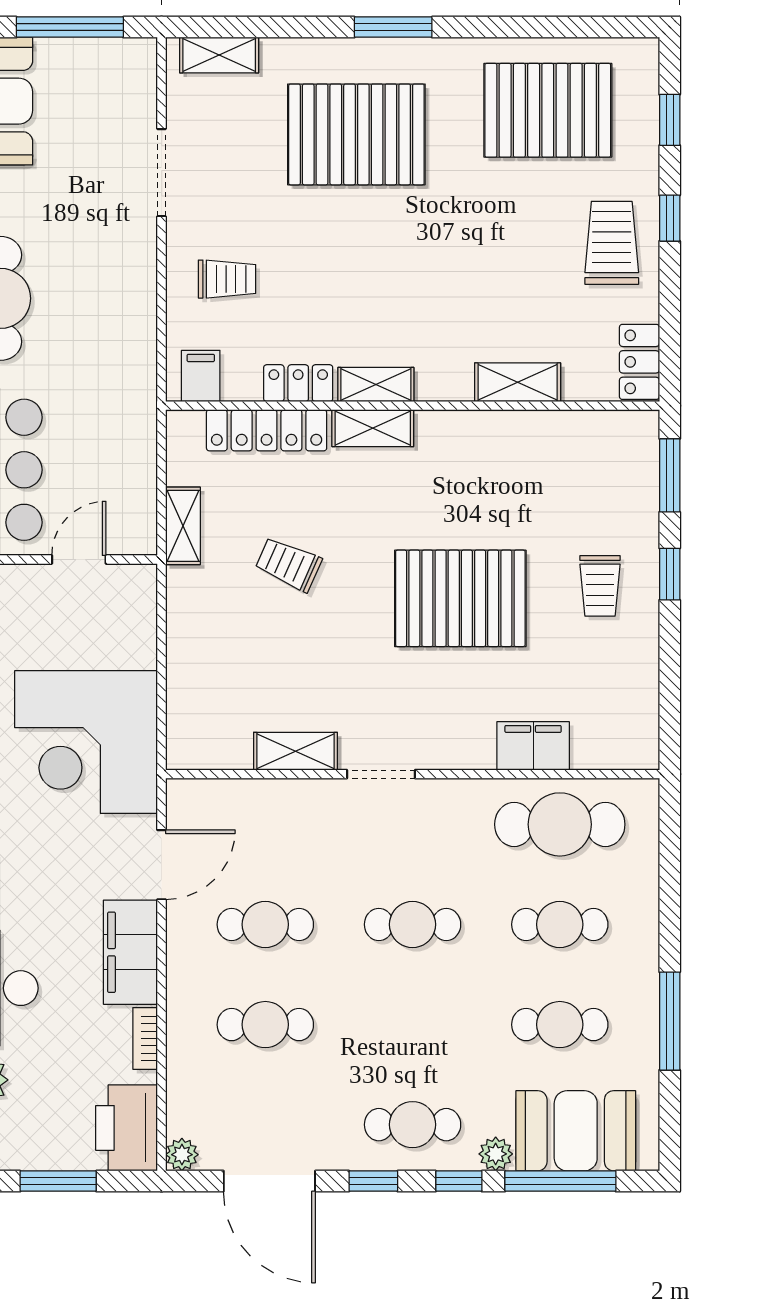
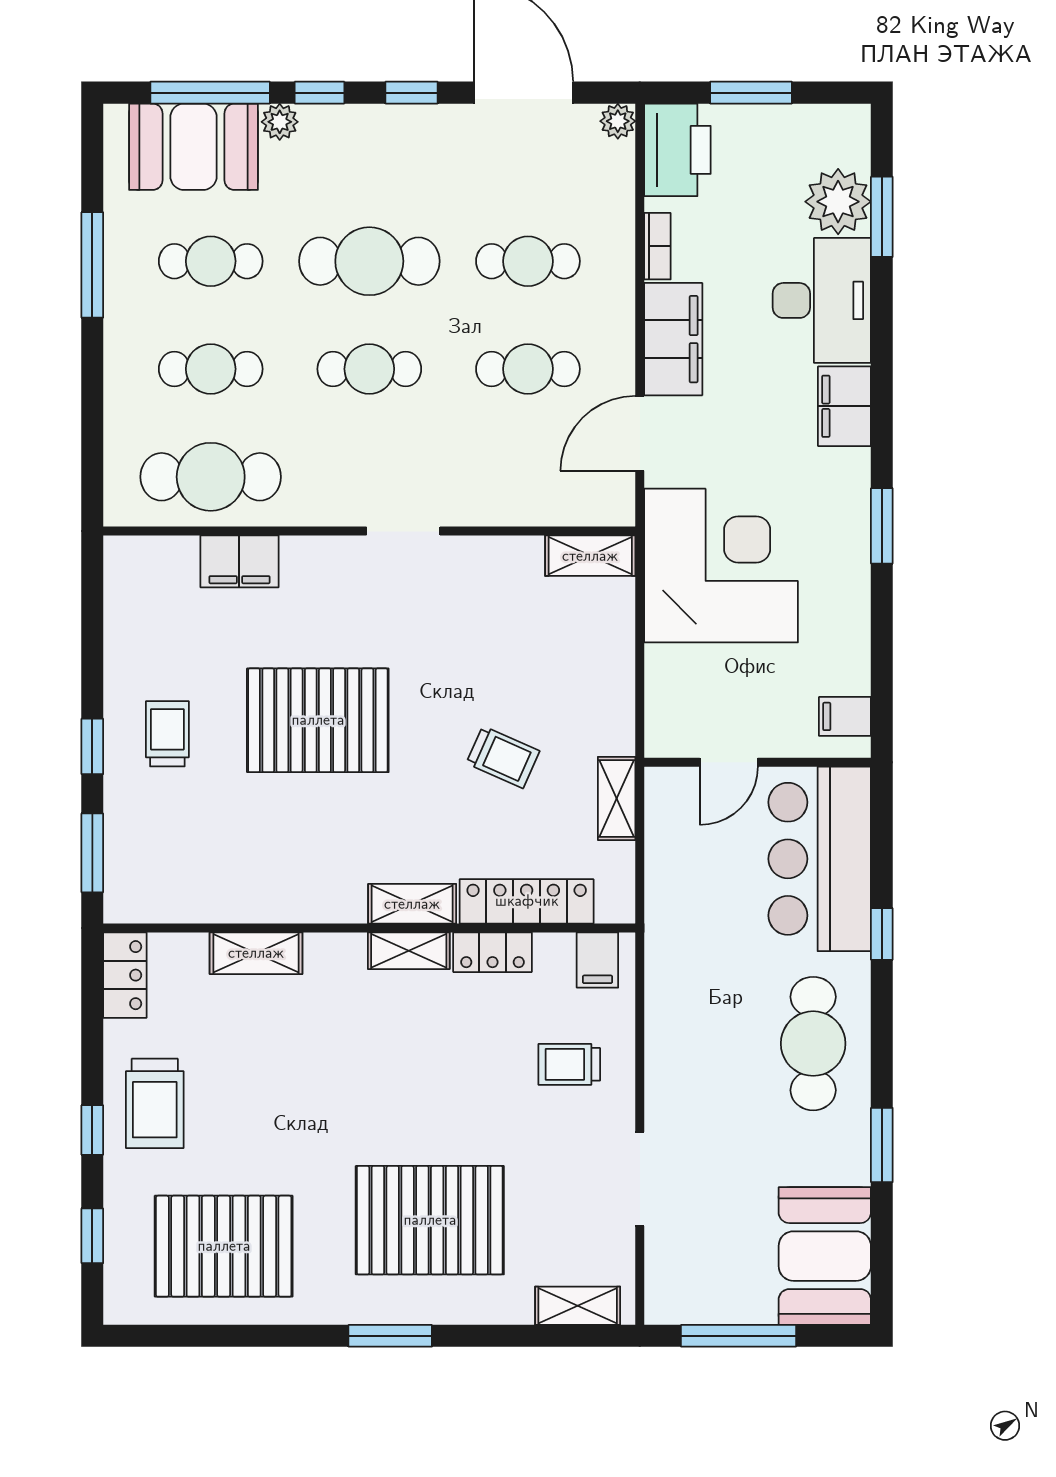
shelving: (295, 751) -> (590, 556), moved
cafe table: (413, 1125) -> (369, 261), moved, width x1.37, depth x1.35

